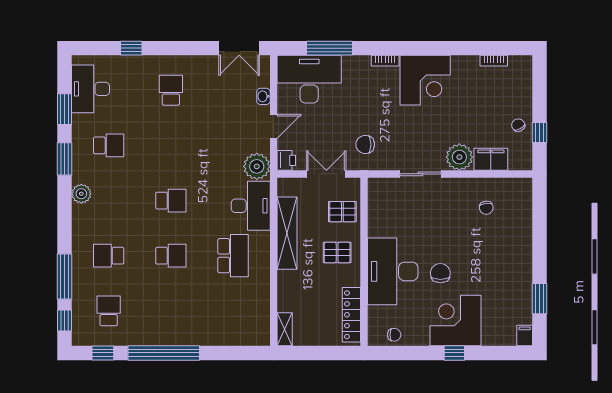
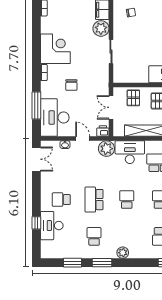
desk: (90, 89) -> (52, 226), moved, turned 90
chair: (365, 144) -> (71, 85), moved
school desk: (171, 145) -> (94, 200), added

